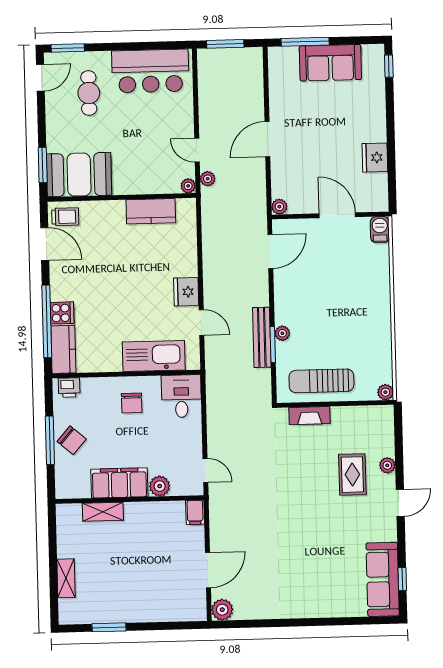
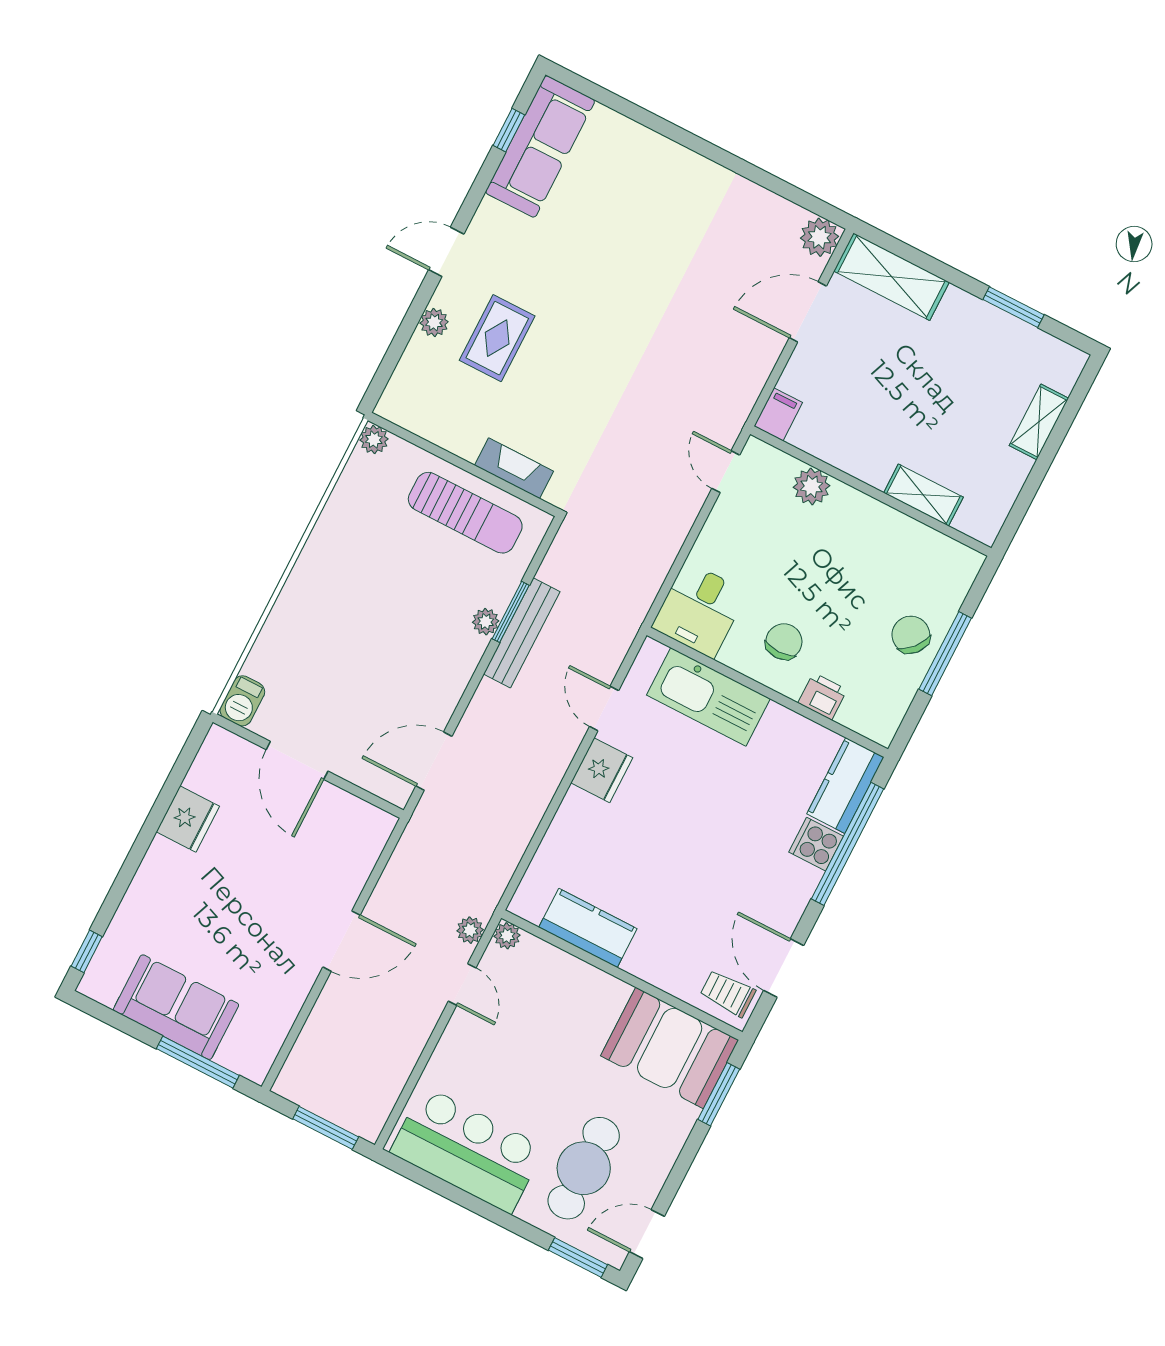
cafe table: (89, 93) -> (584, 1168), width x1.37, depth x1.35
plant: (279, 207) -> (381, 824), removed
printer: (69, 387) -> (822, 696), moved
filing cabinet: (119, 483) -> (872, 526), removed
shelving: (177, 610) -> (891, 277), added

